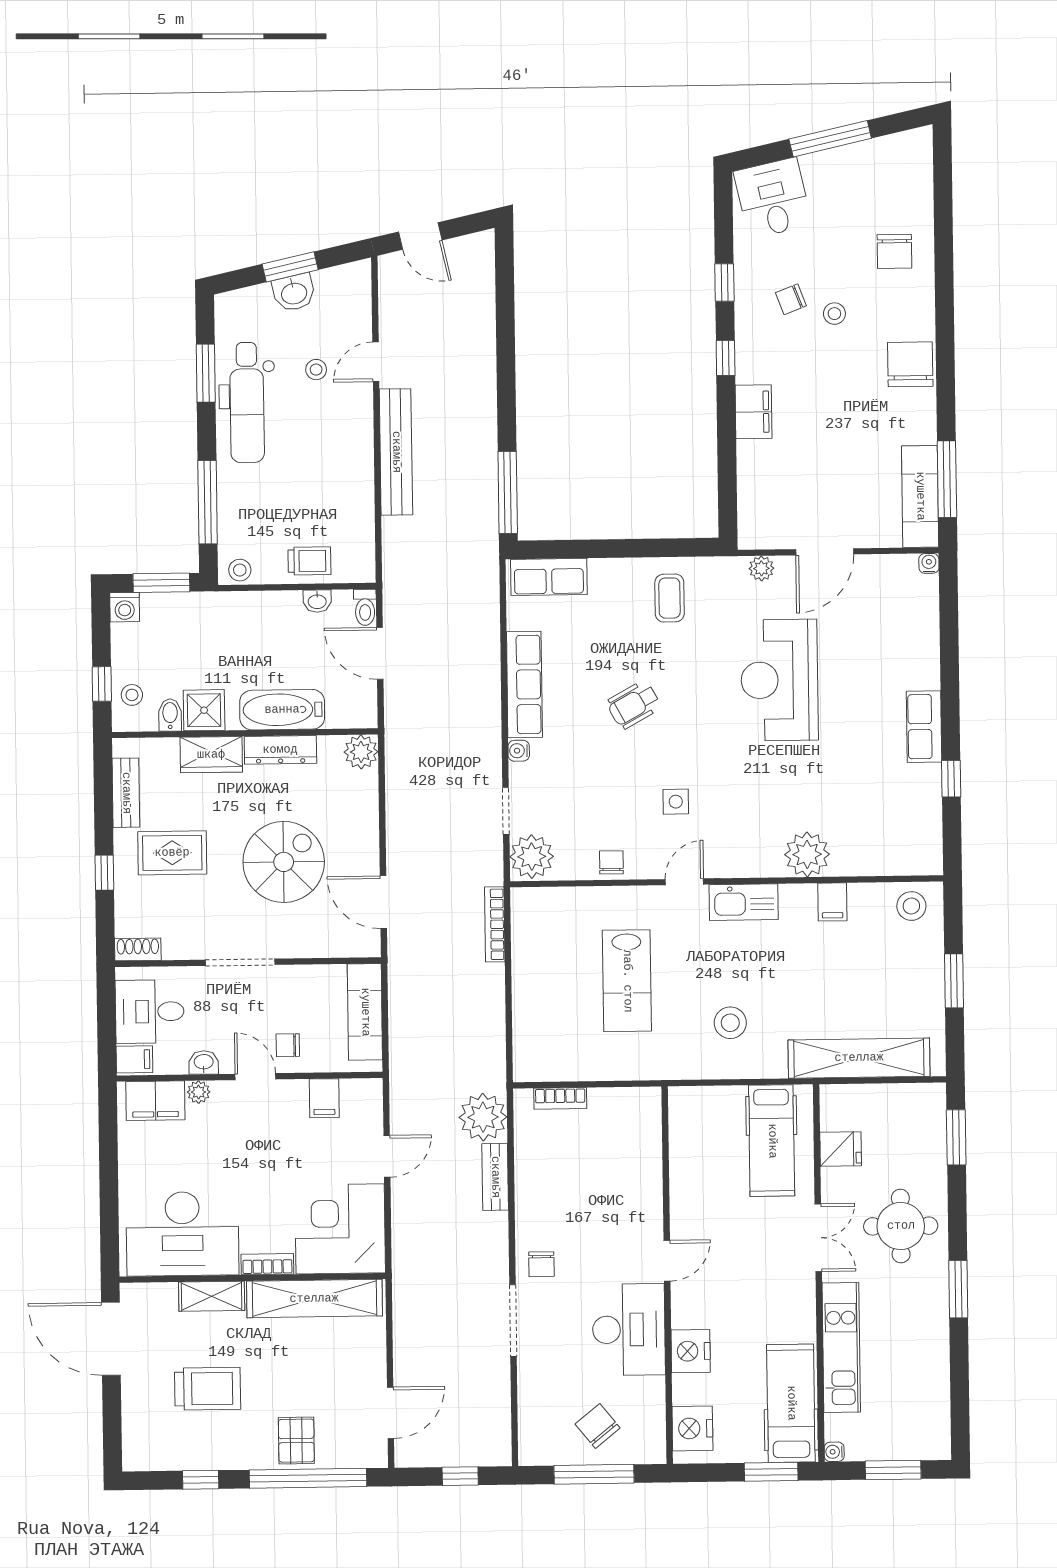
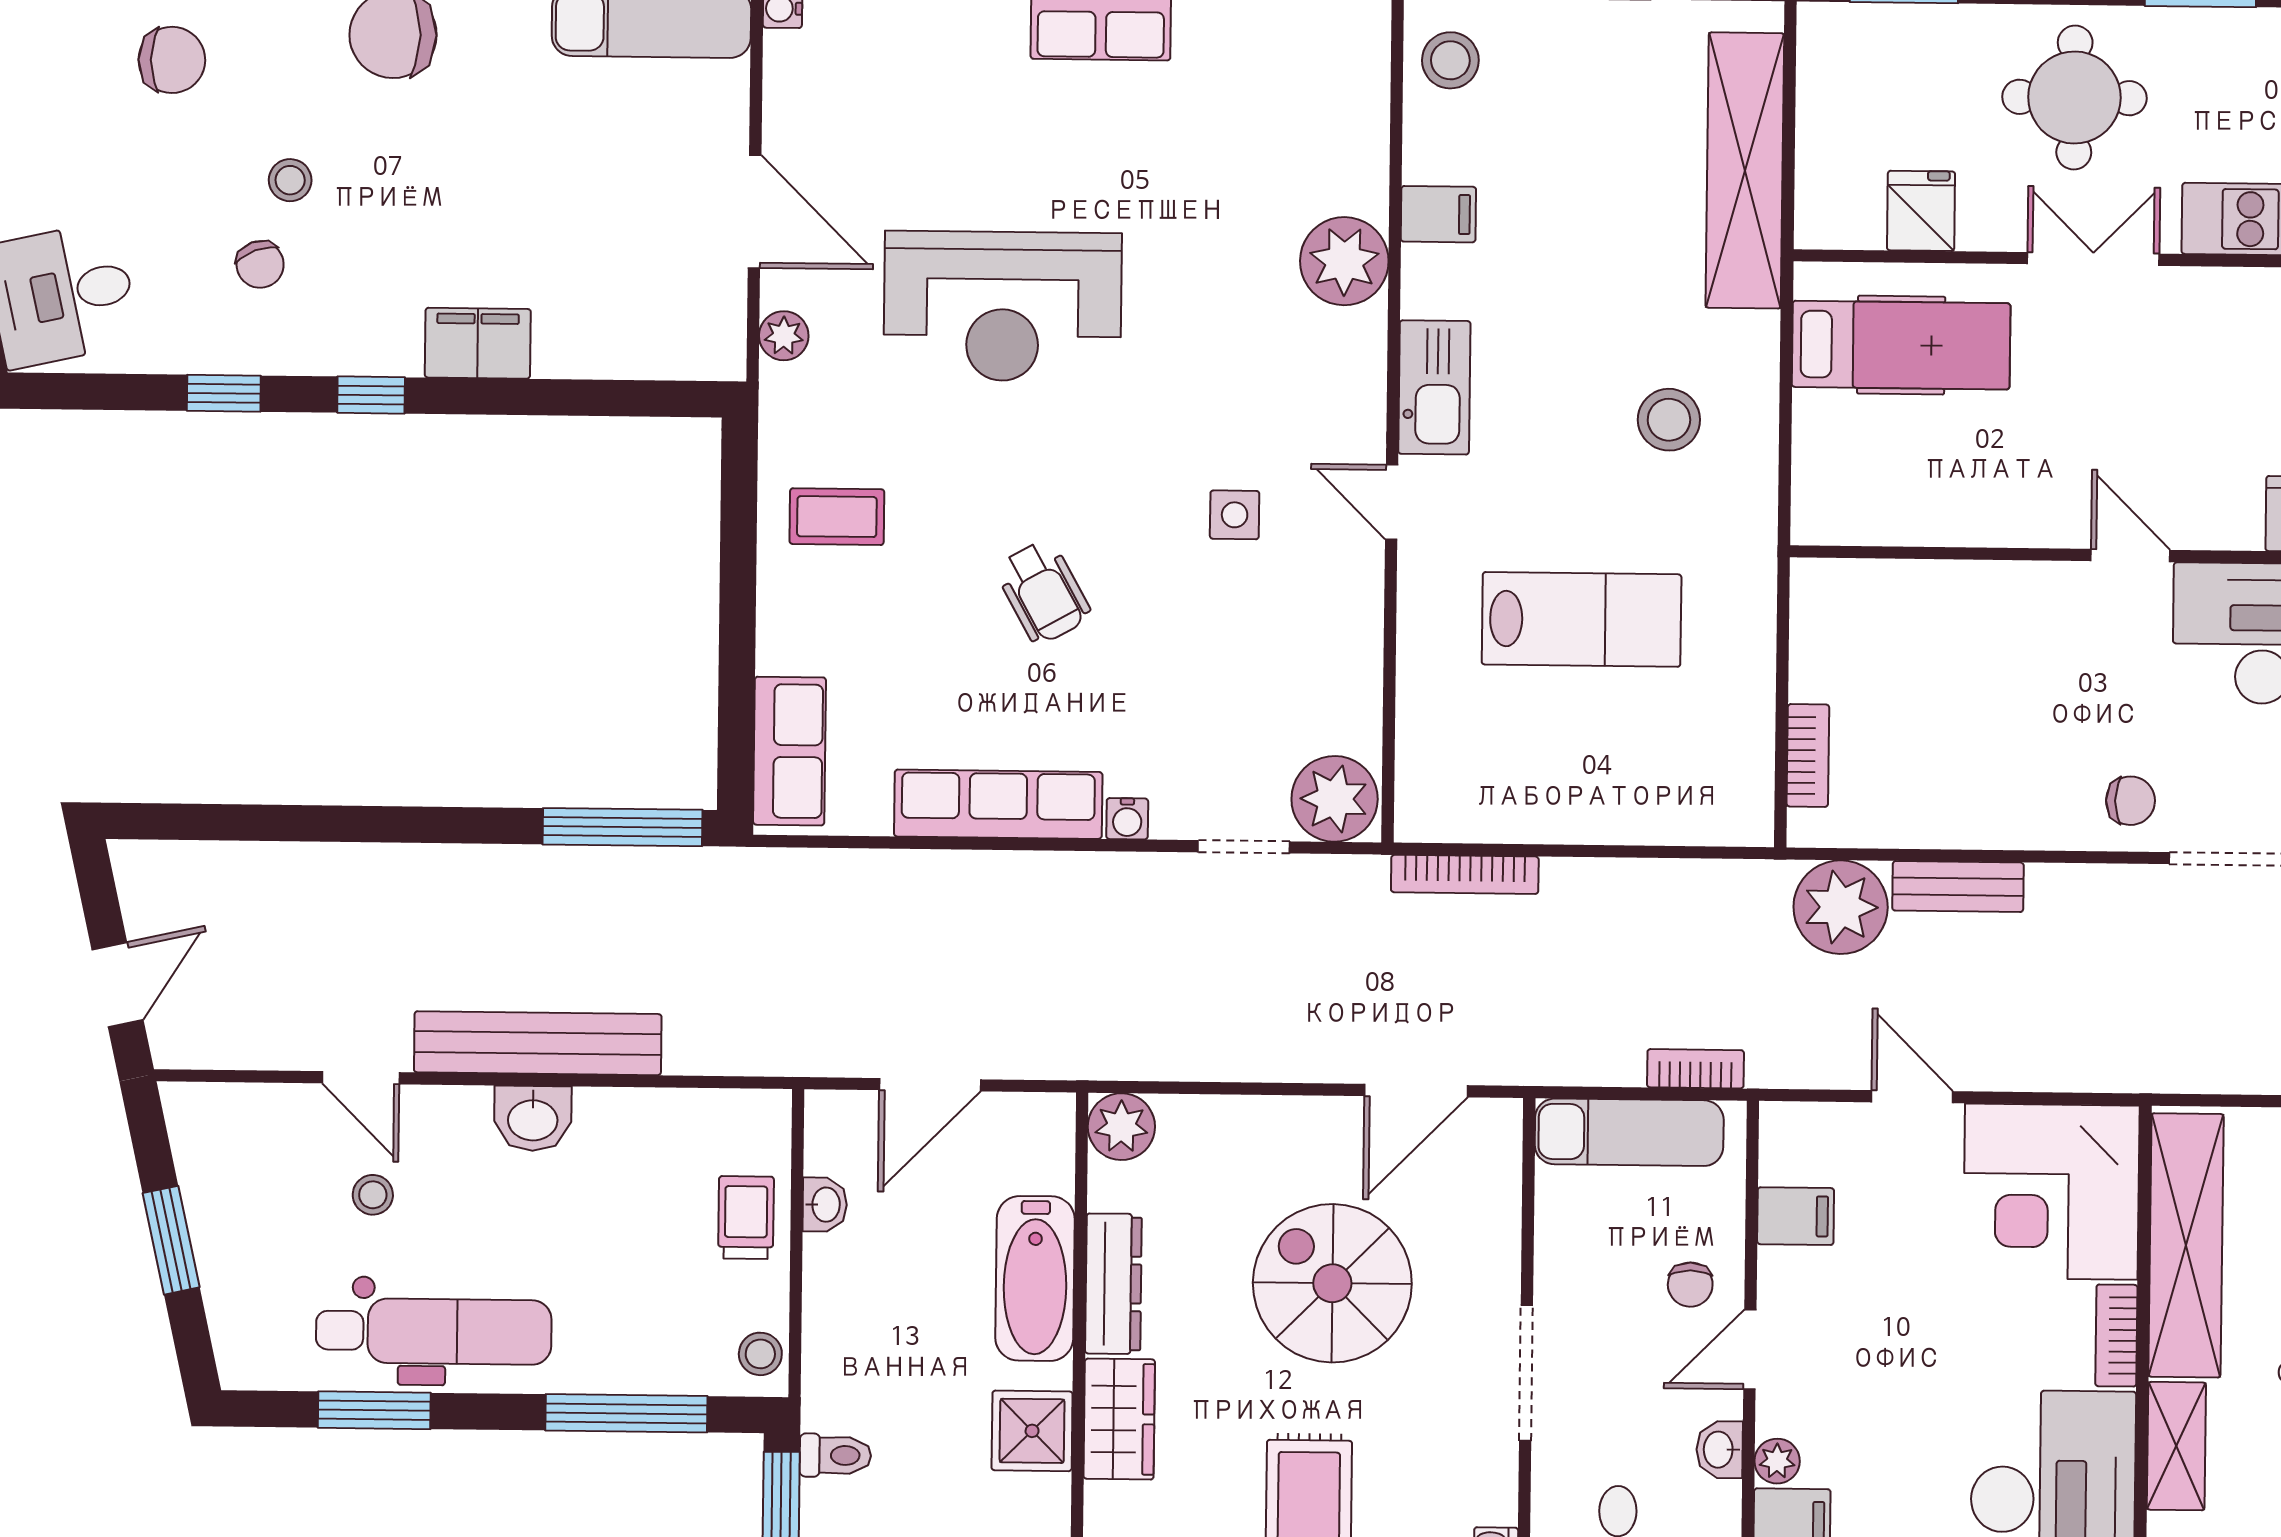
washbasin: (294, 293) -> (533, 1118), moved, turned 103
toilet: (365, 607) -> (835, 1455), moved
bidet: (170, 715) -> (1039, 1497), removed
chair: (611, 862) -> (1350, 644), removed
bookcase: (398, 1045) -> (1695, 1069), added

